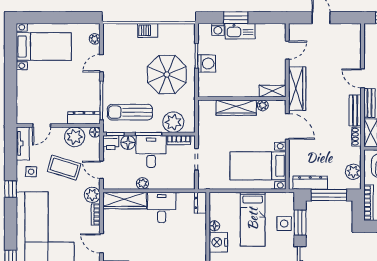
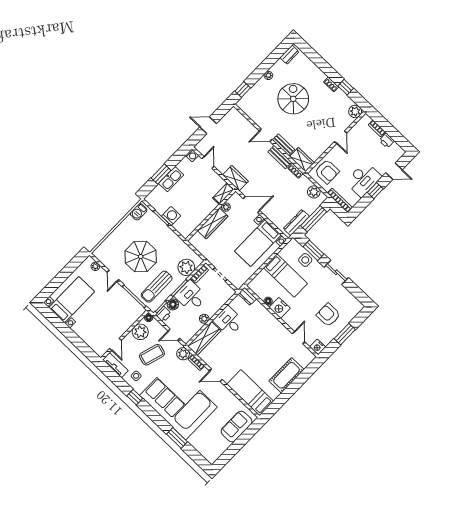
washing machine: (218, 29) -> (192, 155), moved
barbecue: (148, 30) -> (139, 212), moved
parasol: (167, 74) -> (141, 257), moved
wardrobe: (297, 89) -> (235, 178), width x0.67
dresser: (84, 118) -> (134, 316), removed

